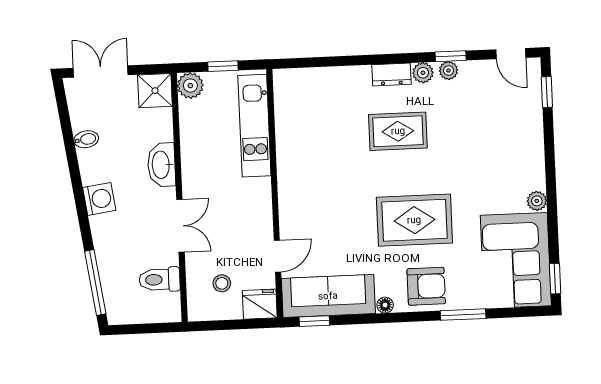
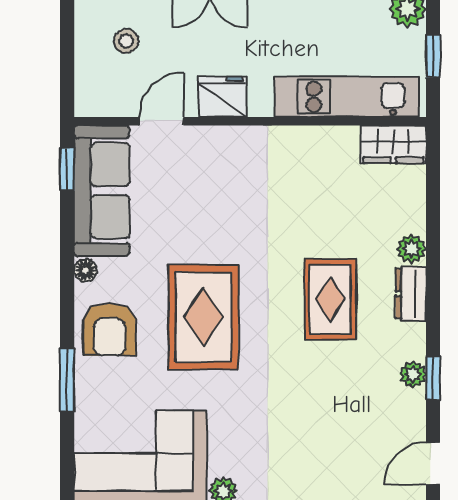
plant: (423, 73) -> (411, 249), moved
wardrobe: (287, 91) -> (393, 144), added
door: (277, 256) -> (161, 121), swing flipped
fridge: (260, 304) -> (222, 97), moved, turned -90

